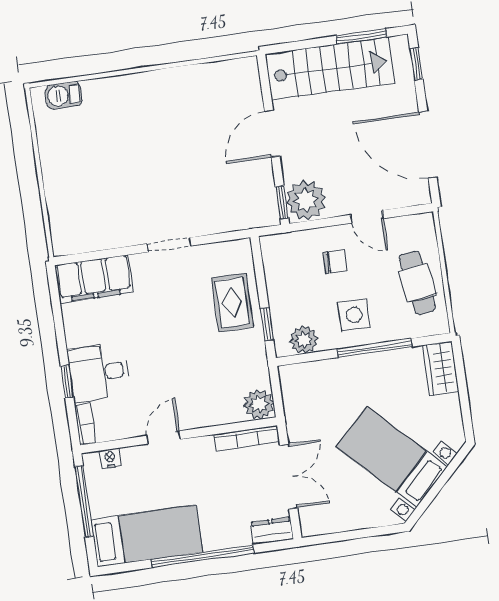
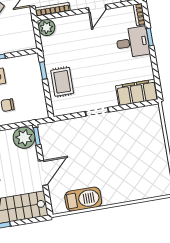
barbecue: (64, 95) -> (83, 199), moved, width x1.88, depth x1.53
plant: (304, 340) -> (23, 63), removed

